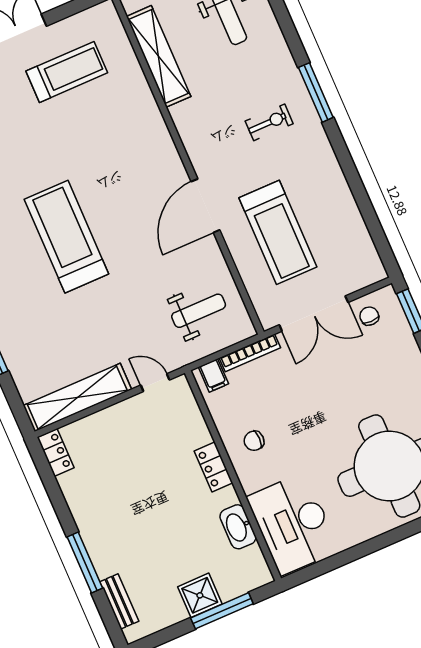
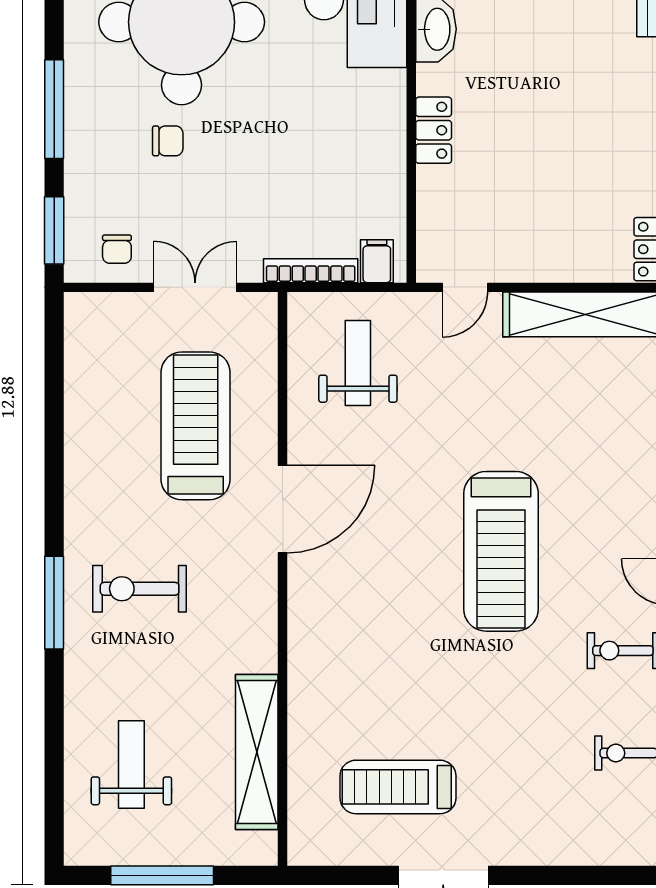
exercise bike: (269, 122) -> (140, 589), width x1.38, depth x1.39
weight bench: (199, 311) -> (358, 363), turned 90
double door: (314, 314) -> (195, 287), width x0.73
door: (155, 383) -> (465, 287), hinge flipped
chair: (254, 441) -> (168, 141), moved

